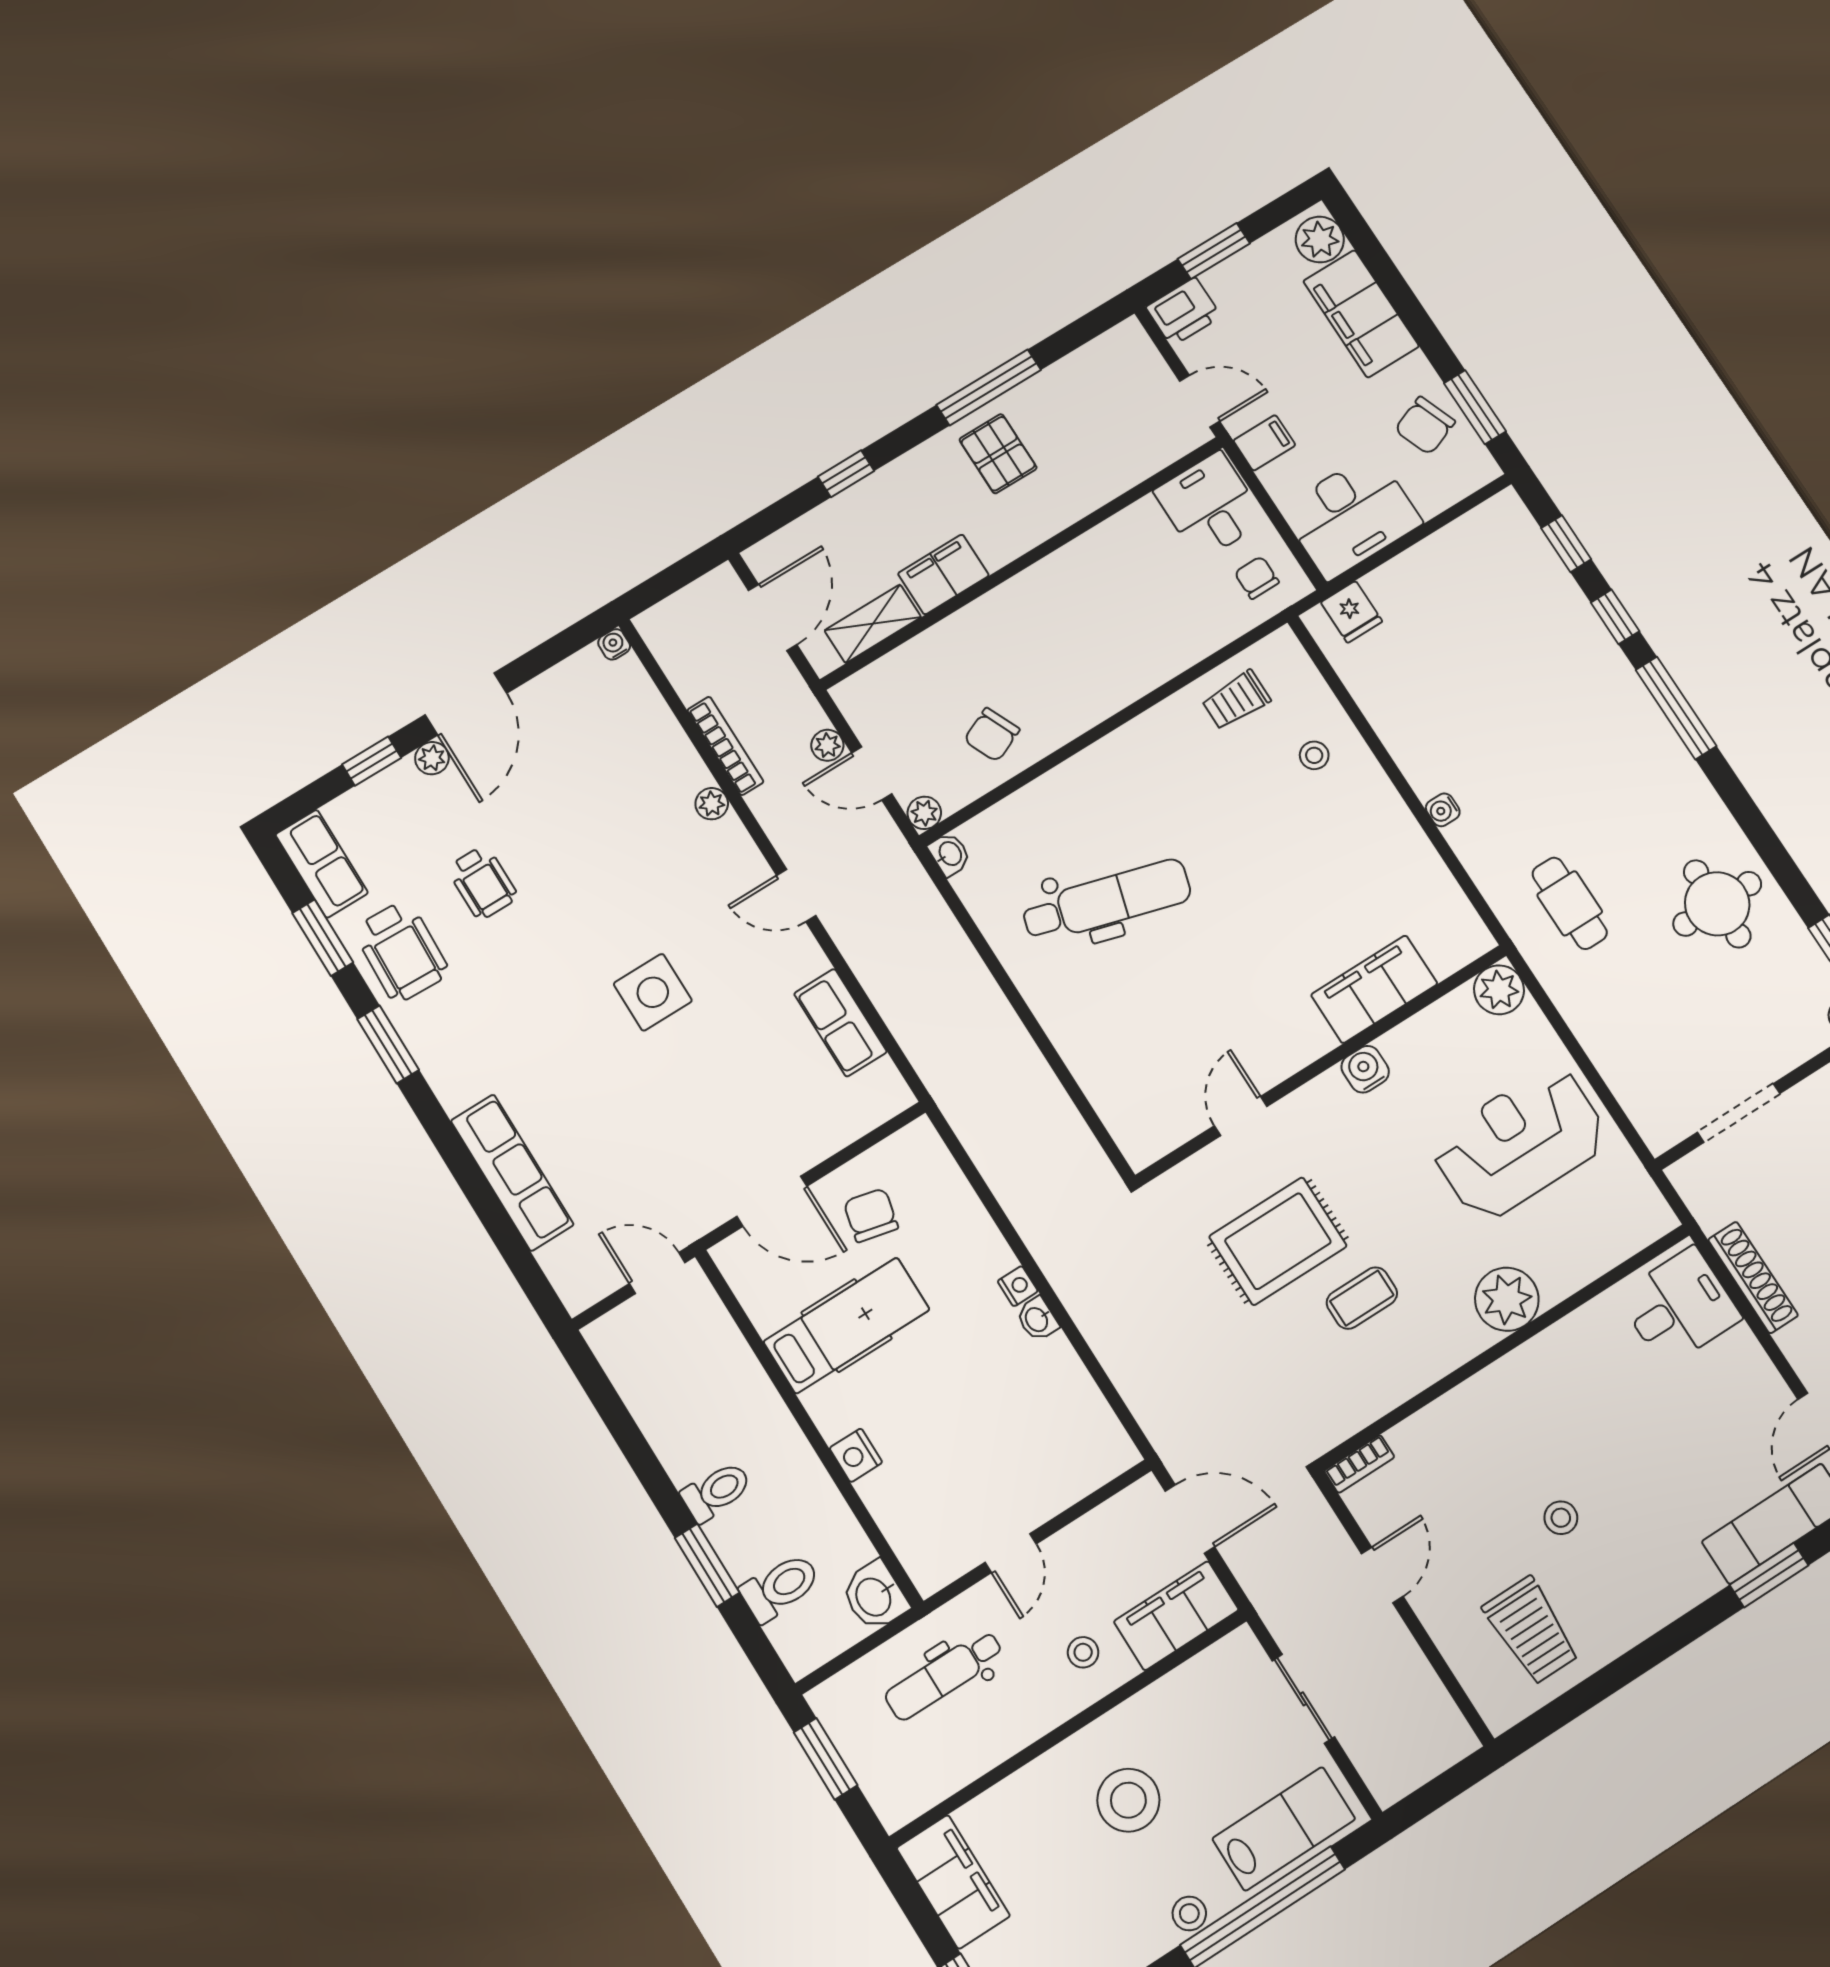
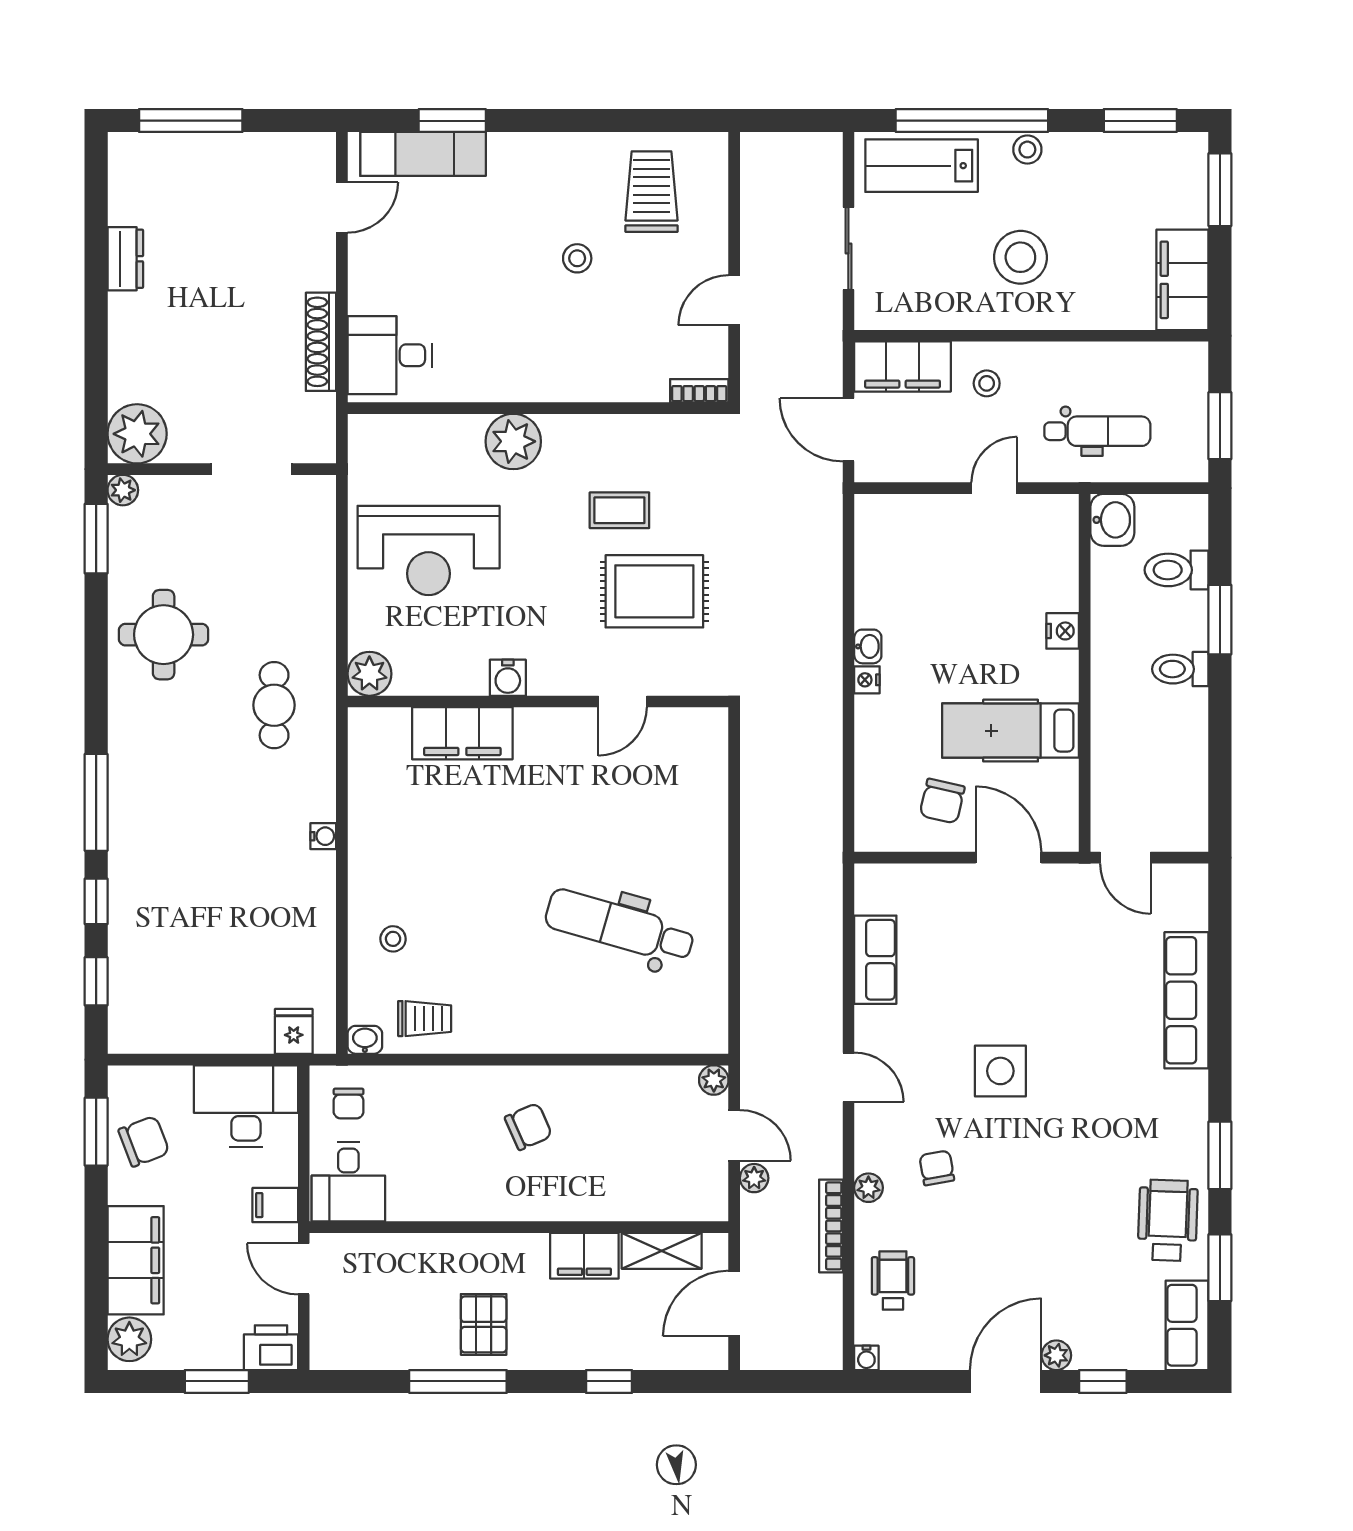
chair: (992, 735) -> (528, 1126), moved
washbasin: (950, 854) -> (365, 1040), moved, turned 90
chair: (657, 863) -> (937, 1168), added
wheelchair: (482, 882) -> (893, 1281), moved

